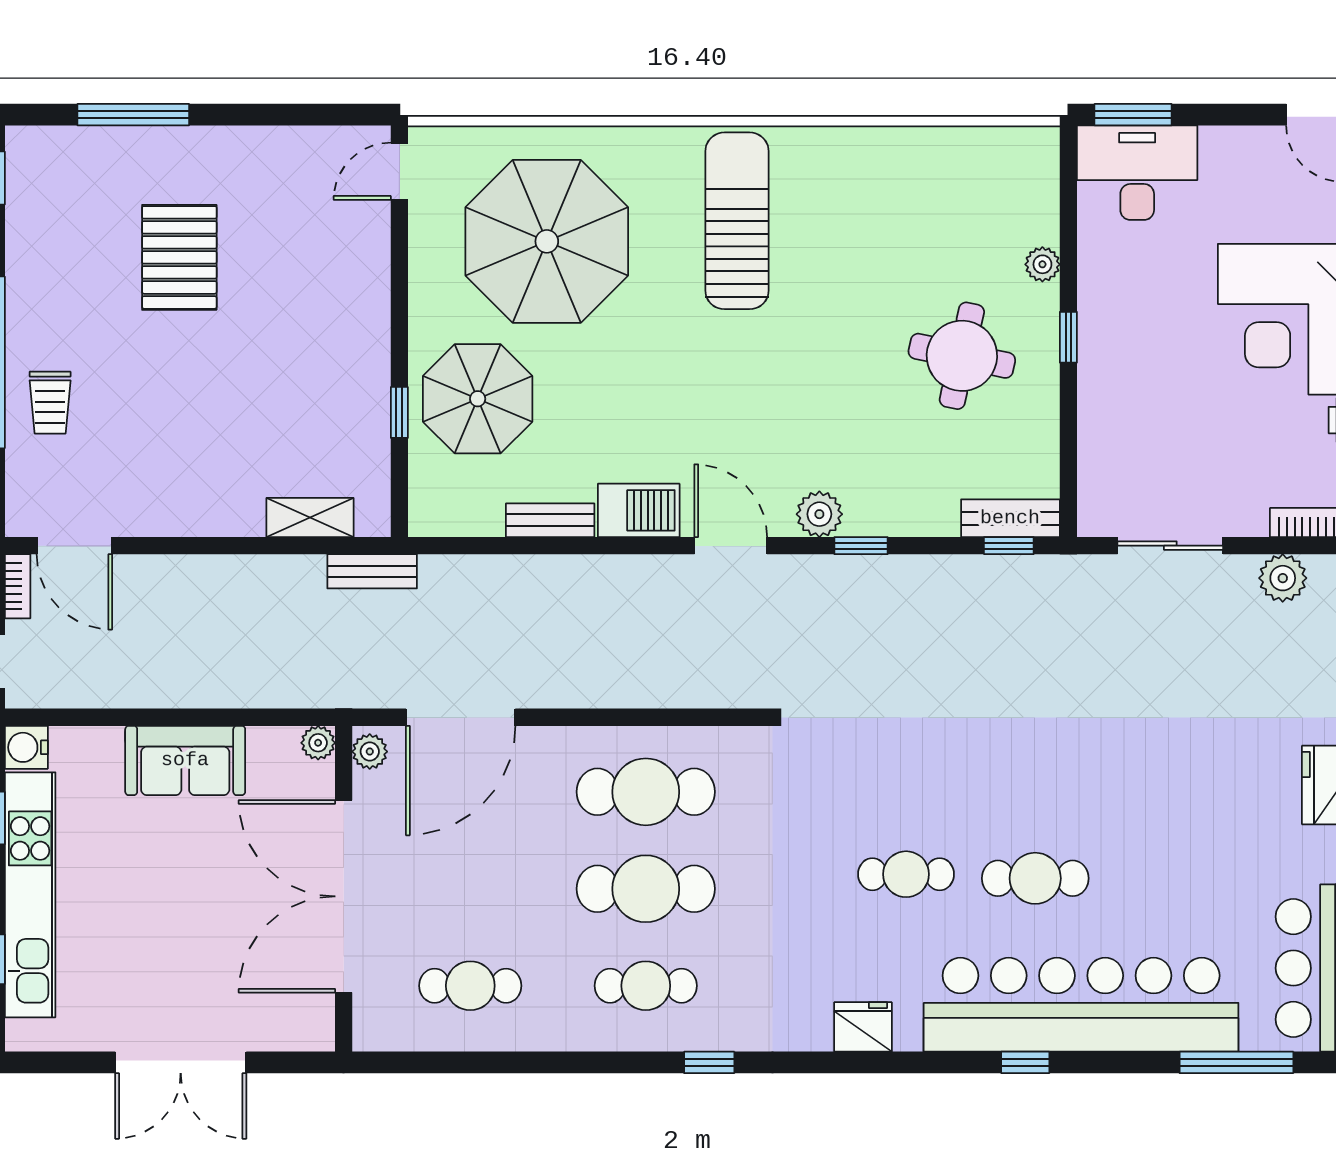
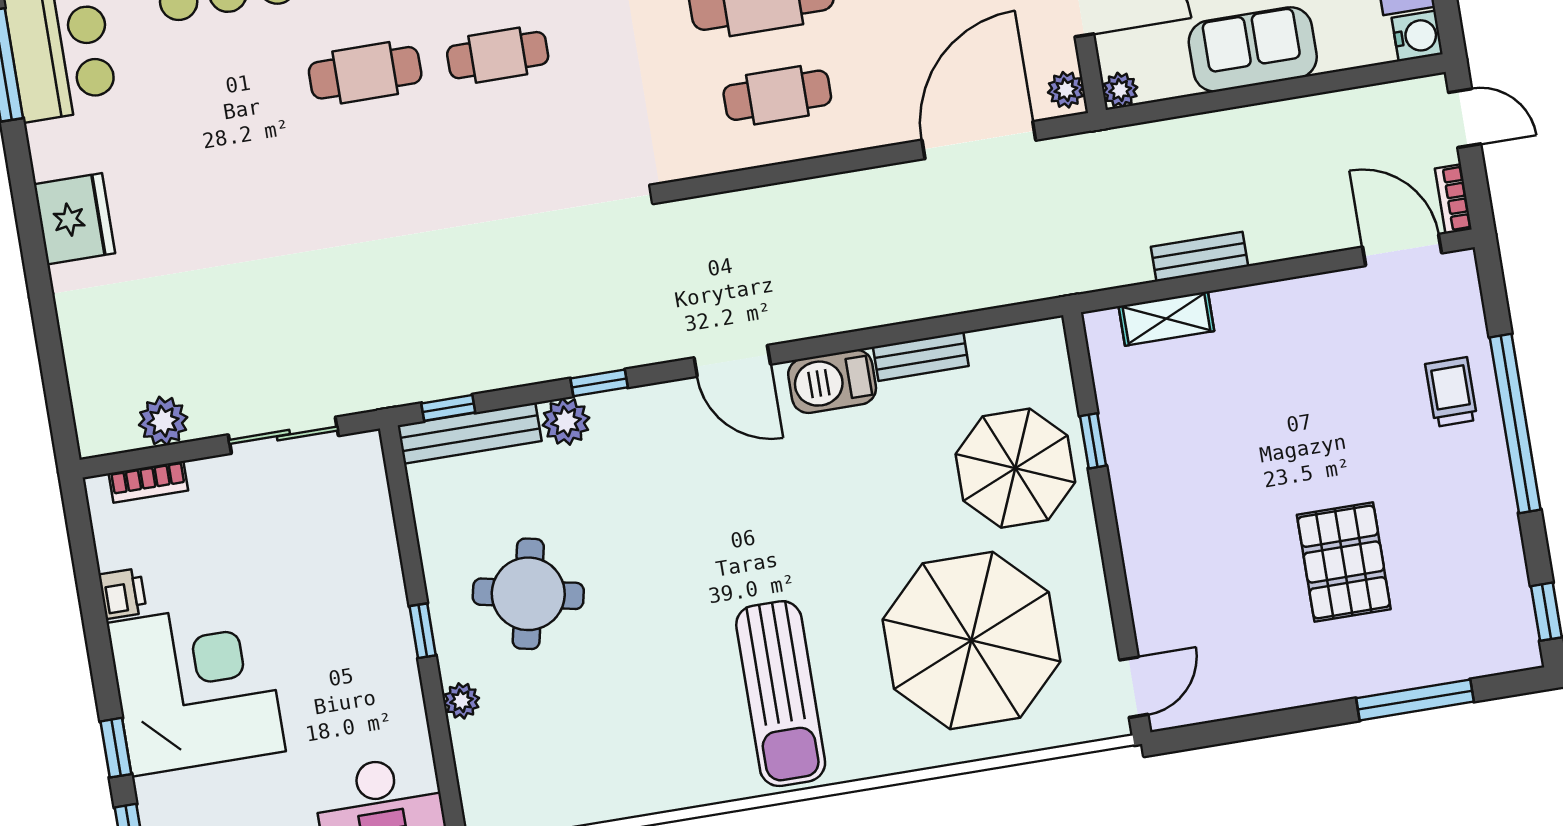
plant: (819, 514) -> (566, 421), moved
bench: (1010, 518) -> (470, 433), width x1.36
bench: (372, 571) -> (1199, 257), moved
cafe table: (646, 792) -> (777, 95), width x0.73, depth x0.74

